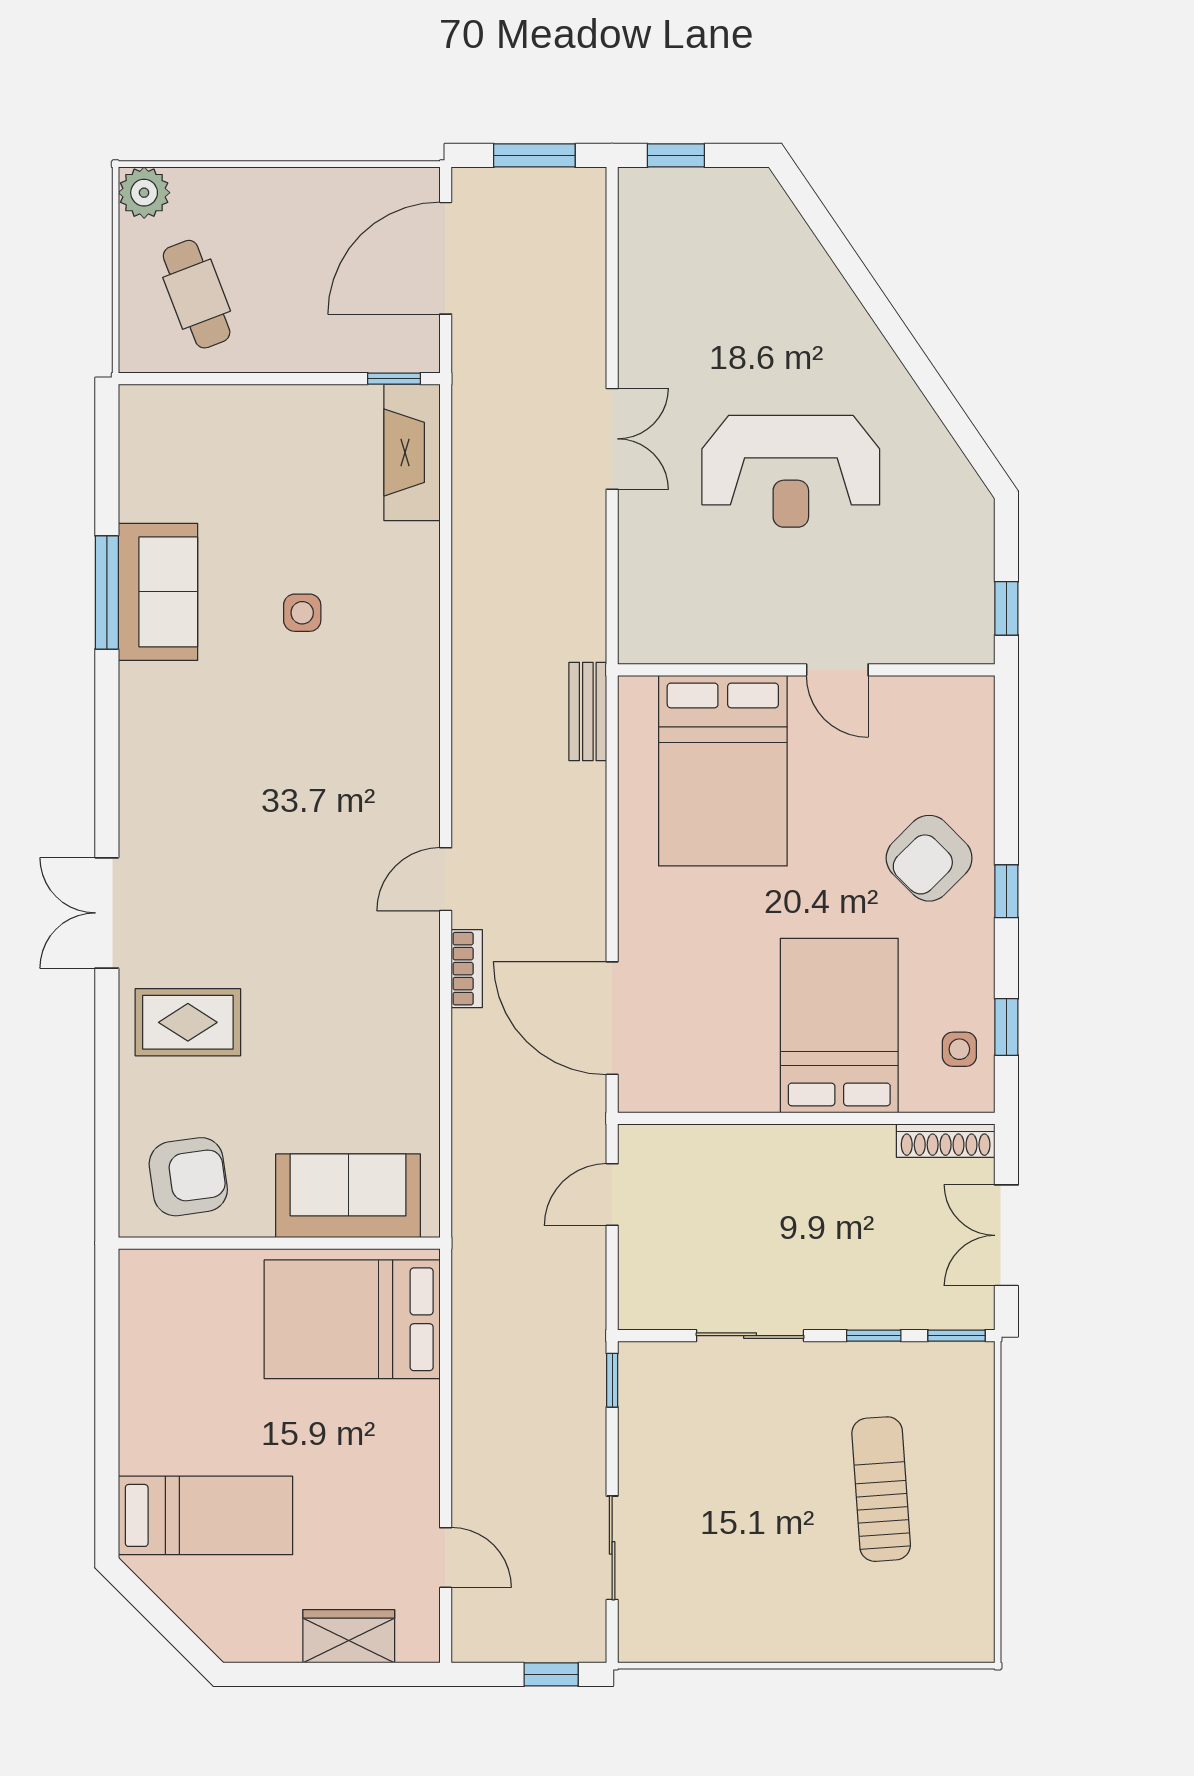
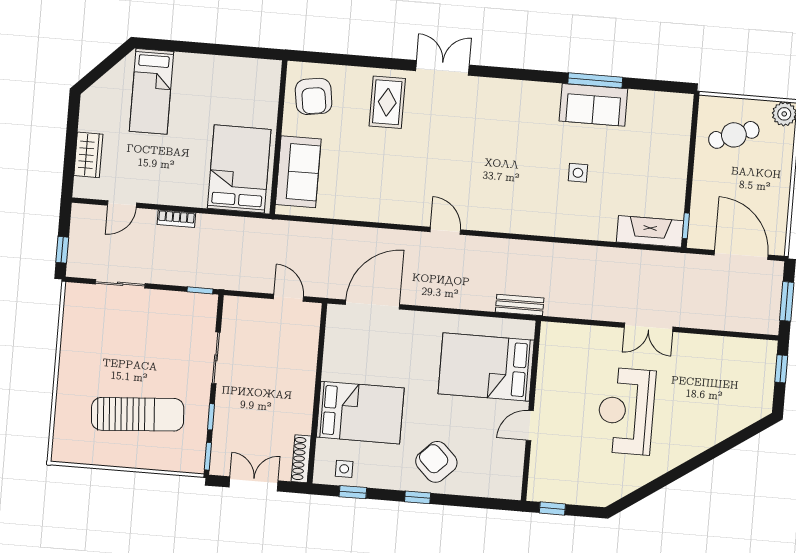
bookcase: (467, 969) -> (176, 219), moved
sun lounger: (881, 1489) -> (138, 414), width x1.36, depth x1.34

